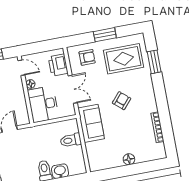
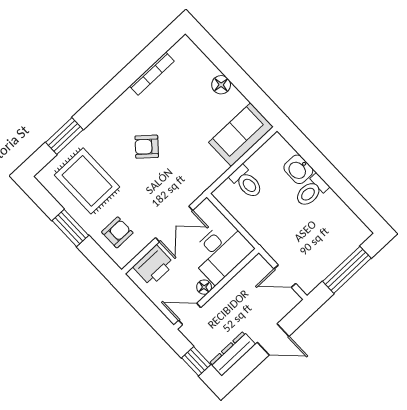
armchair: (87, 57) -> (117, 232), turned 90
door: (21, 68) -> (190, 314), hinge flipped
double door: (73, 89) -> (174, 224), swing flipped
sofa: (91, 123) -> (241, 135), moved

